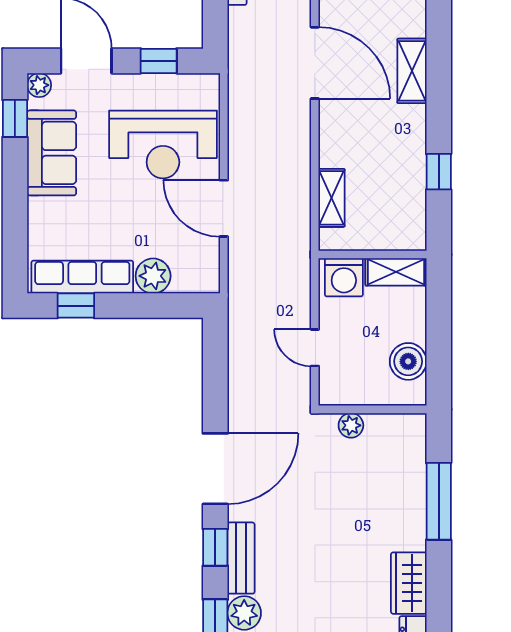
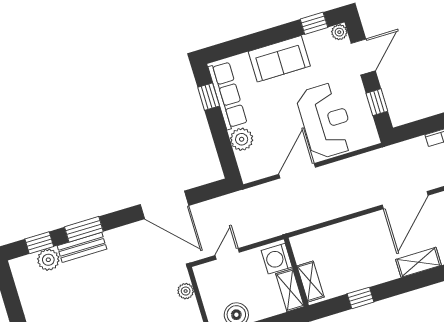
reception desk: (163, 144) -> (326, 121), turned 180
sofa: (52, 153) -> (279, 59), moved
shelving: (332, 198) -> (310, 281), moved, turned 90
door: (215, 469) -> (165, 205), moved
window: (215, 547) -> (84, 229), width x1.50

